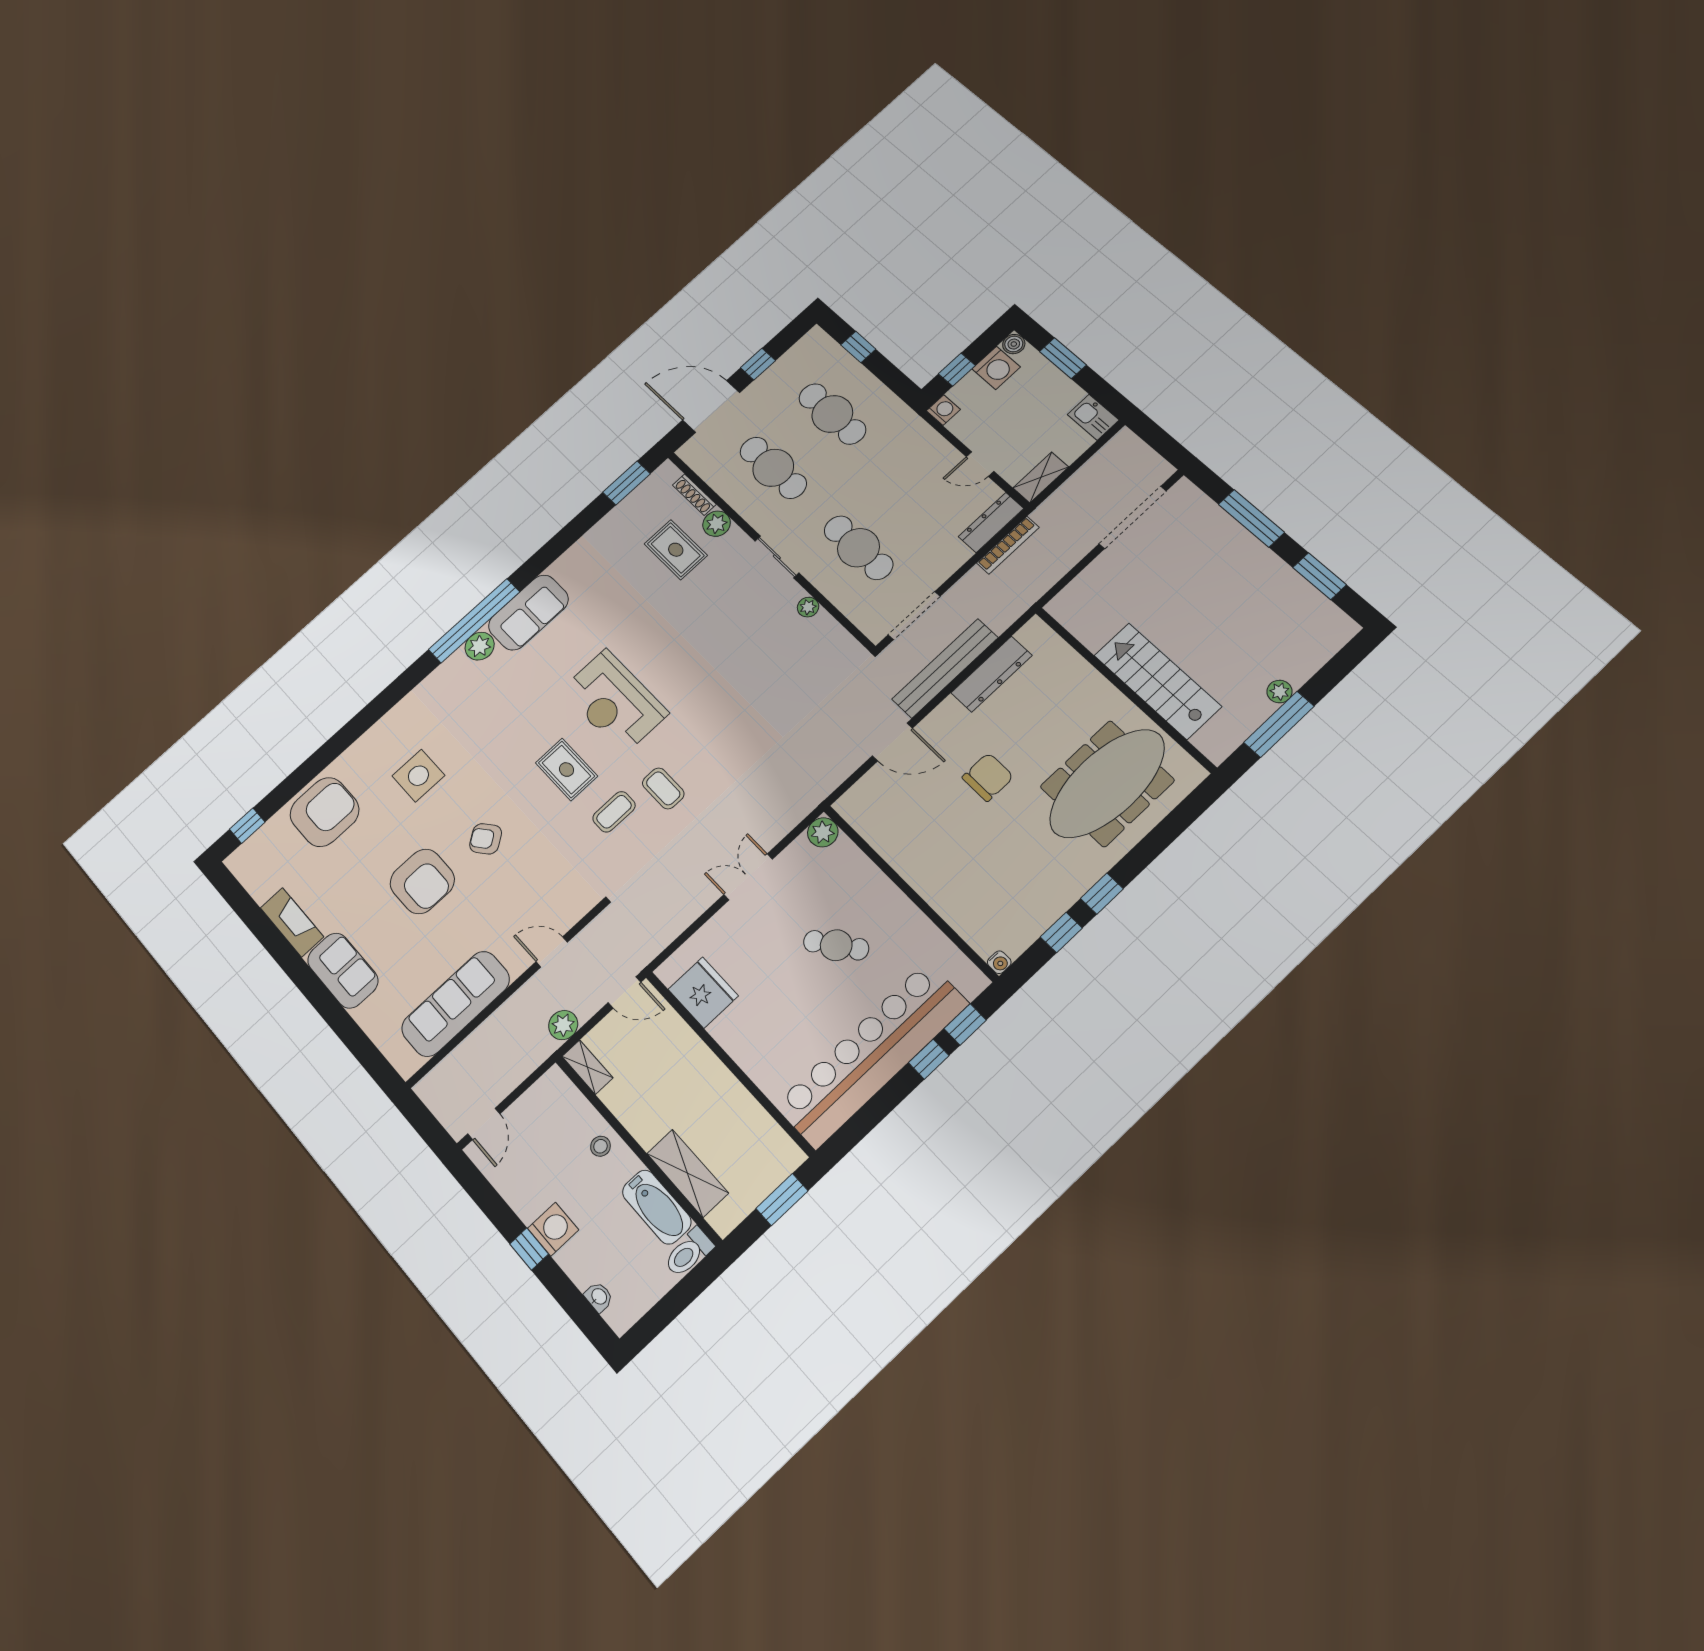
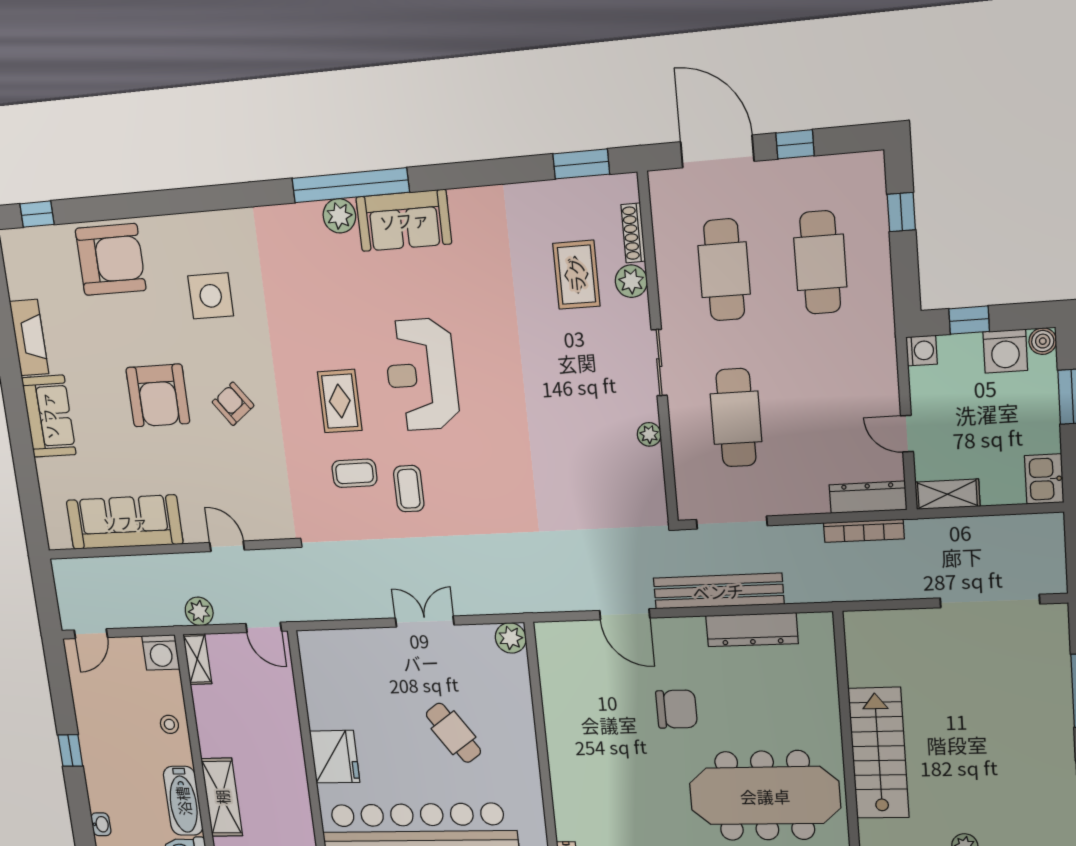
fridge: (703, 993) -> (335, 757), moved
washing machine: (553, 1229) -> (161, 653), moved, turned 90

